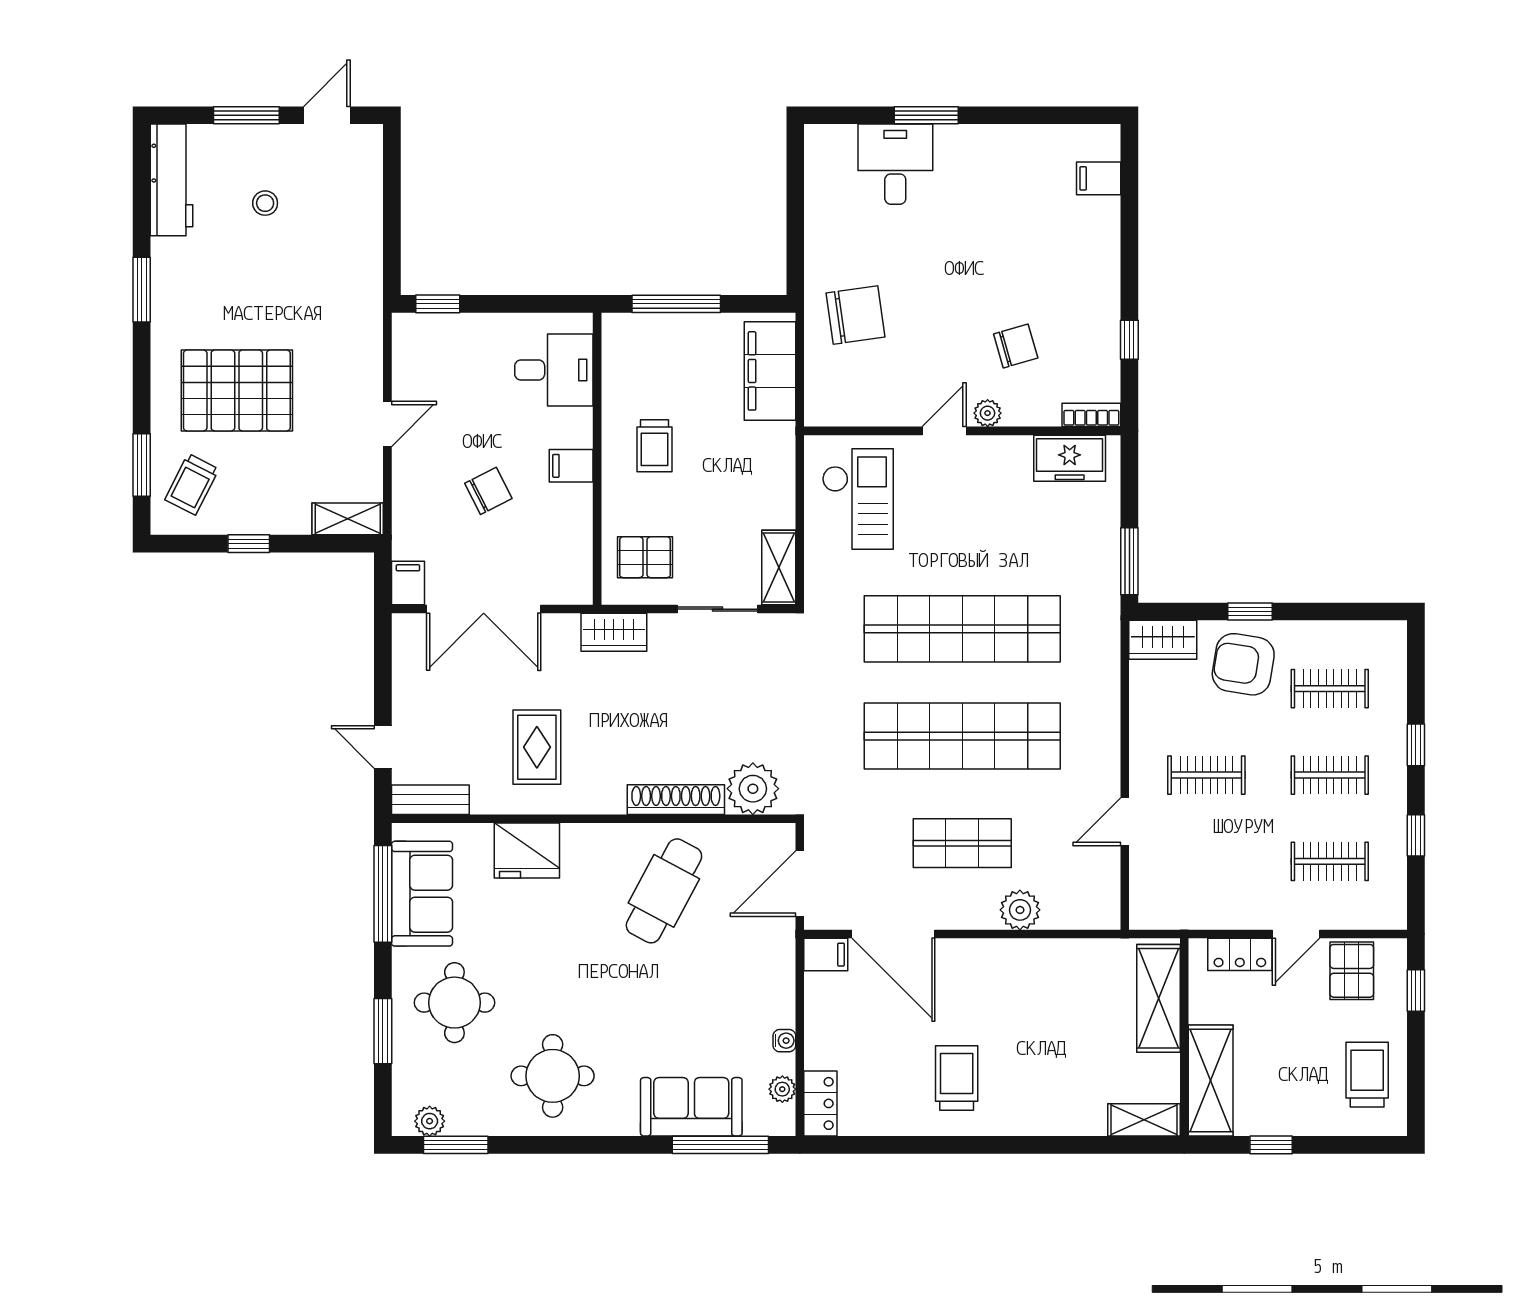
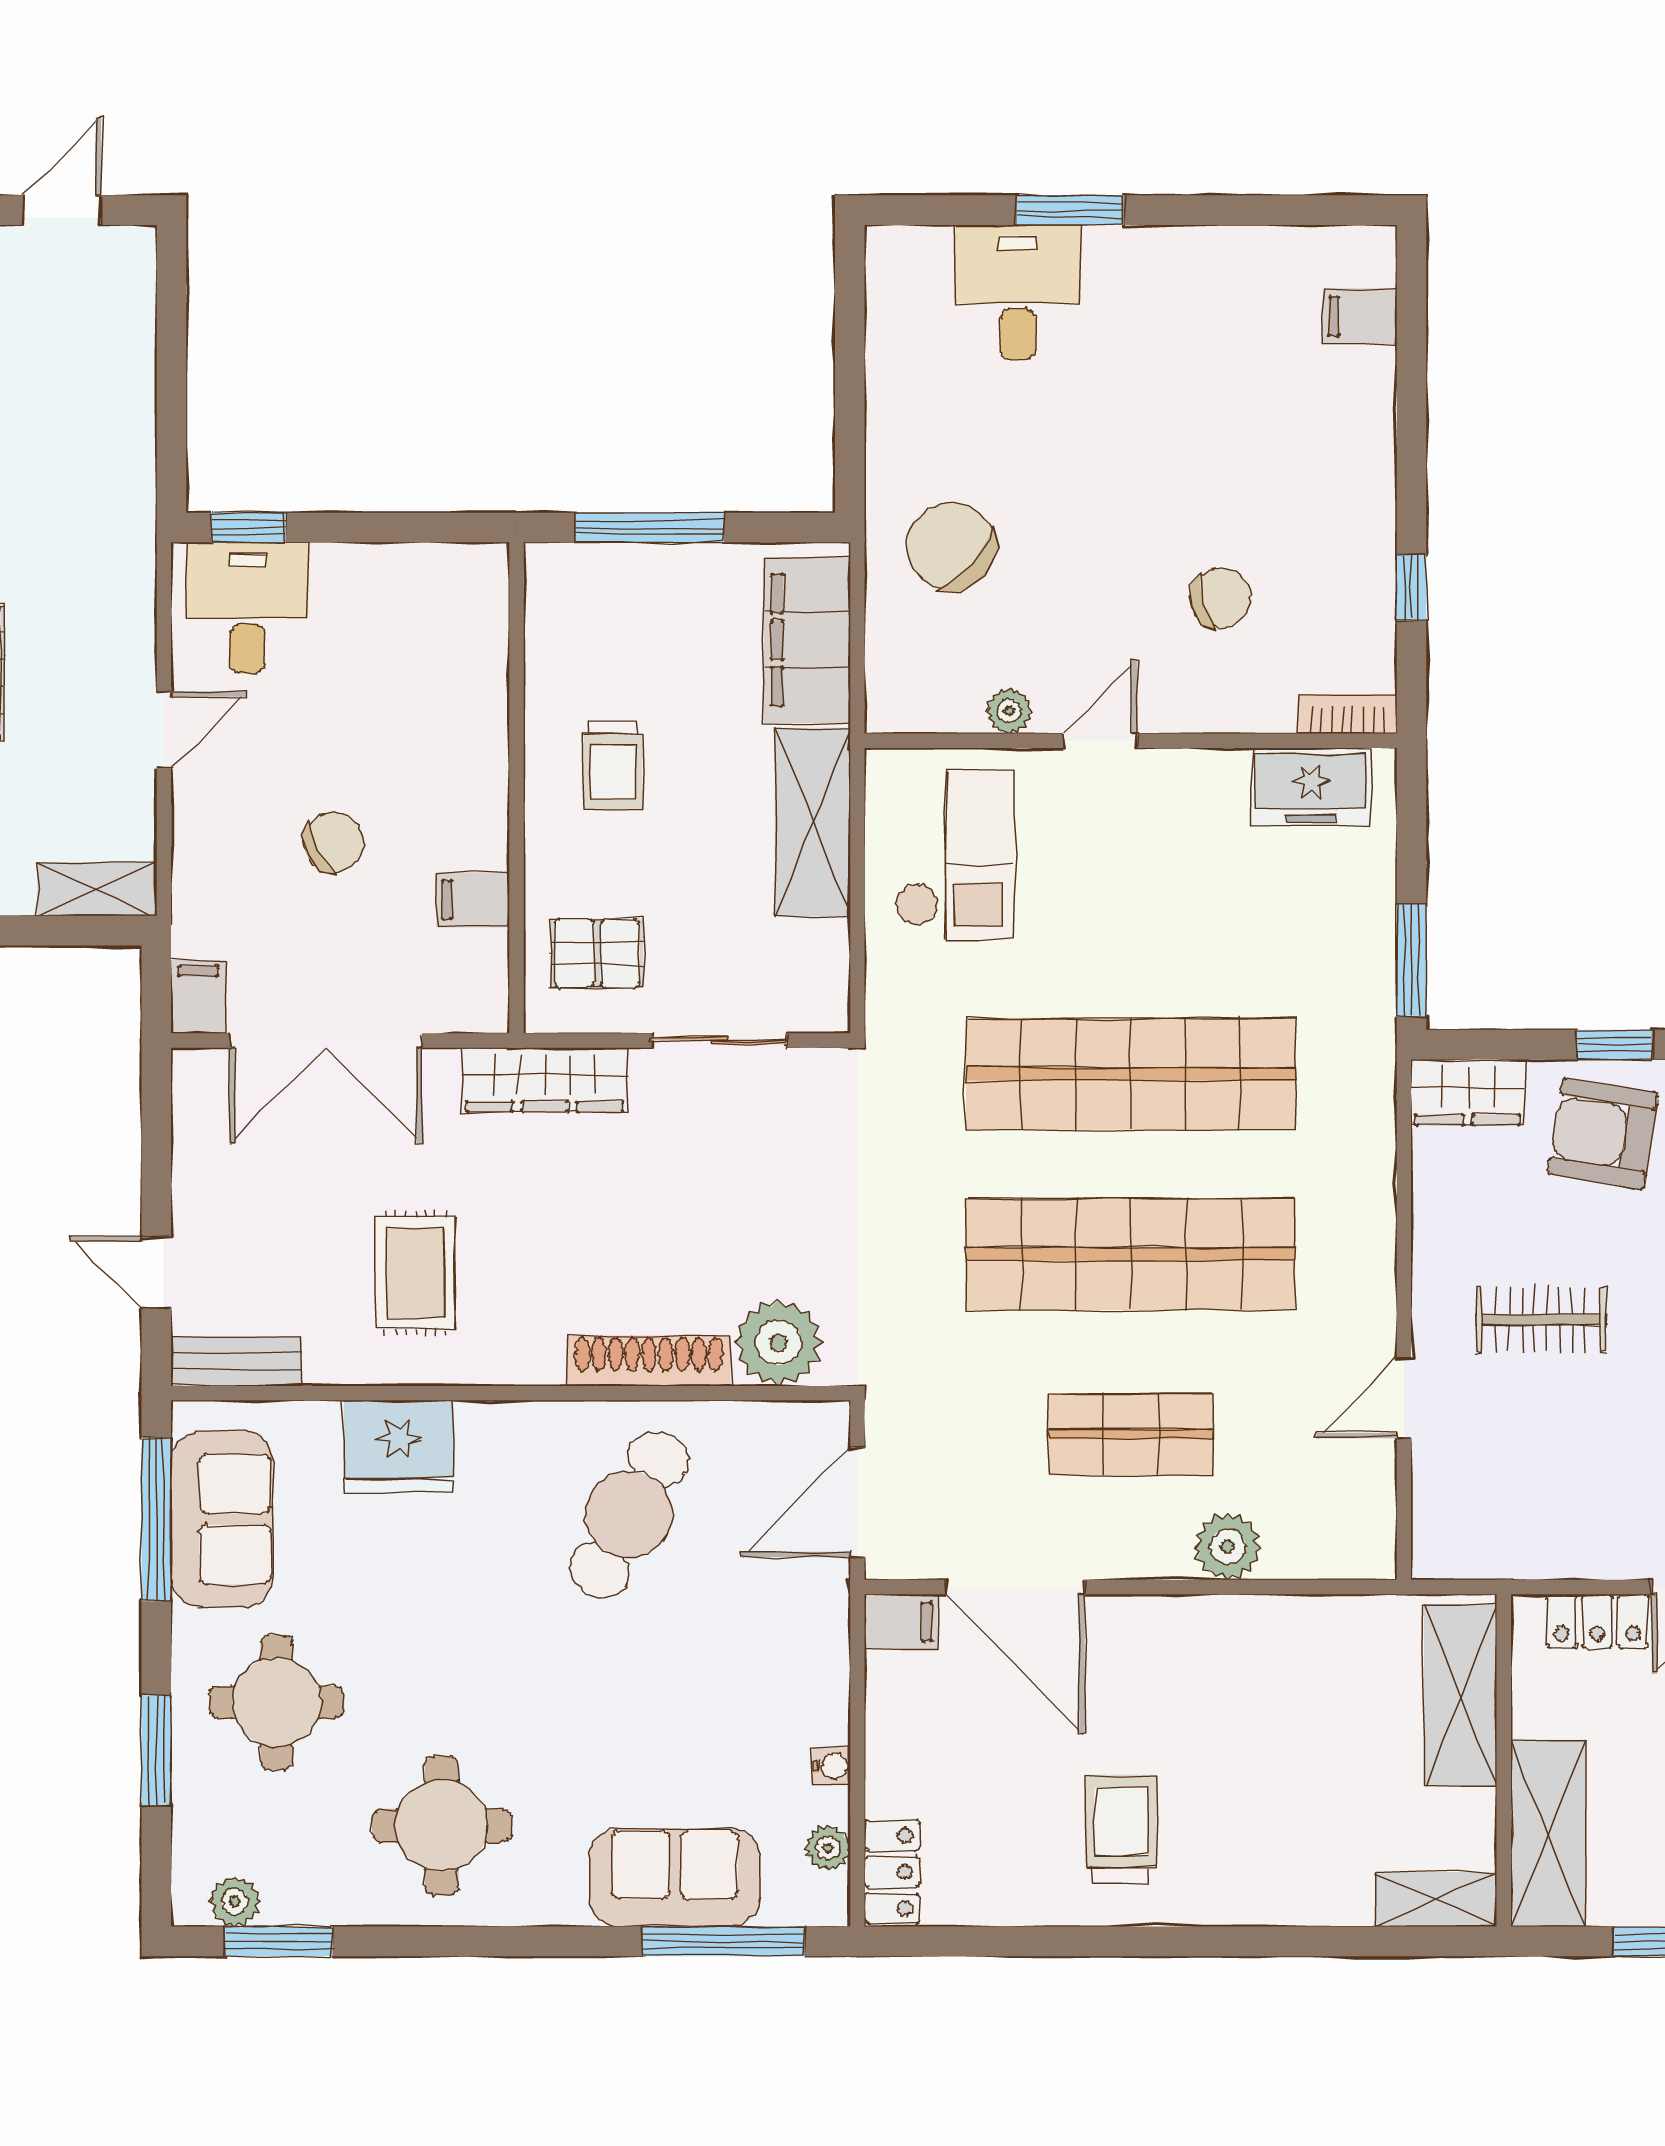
chair: (855, 315) -> (951, 546), turned -131
desk: (554, 370) -> (247, 608), moved, turned -90
plant: (988, 413) -> (1009, 711), moved
filing cabinet: (571, 466) -> (473, 900), moved
shelving: (779, 567) -> (813, 822), moved, width x1.50, depth x1.33
wardrobe: (614, 632) -> (545, 1080), width x1.50

